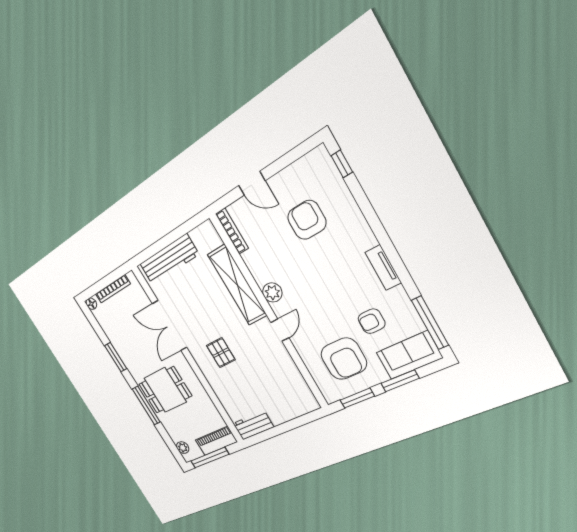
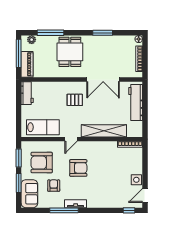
door: (252, 183) -> (145, 195), moved
side table: (281, 185) -> (136, 180), added
armchair: (307, 220) -> (78, 168), moved
plant: (272, 292) -> (91, 146), removed
window: (430, 323) -> (64, 210), moved
double door: (170, 326) -> (103, 80), swing flipped
door: (280, 330) -> (71, 139), hinge flipped
lab bench: (288, 382) -> (43, 127), added
window: (146, 406) -> (51, 33), moved

